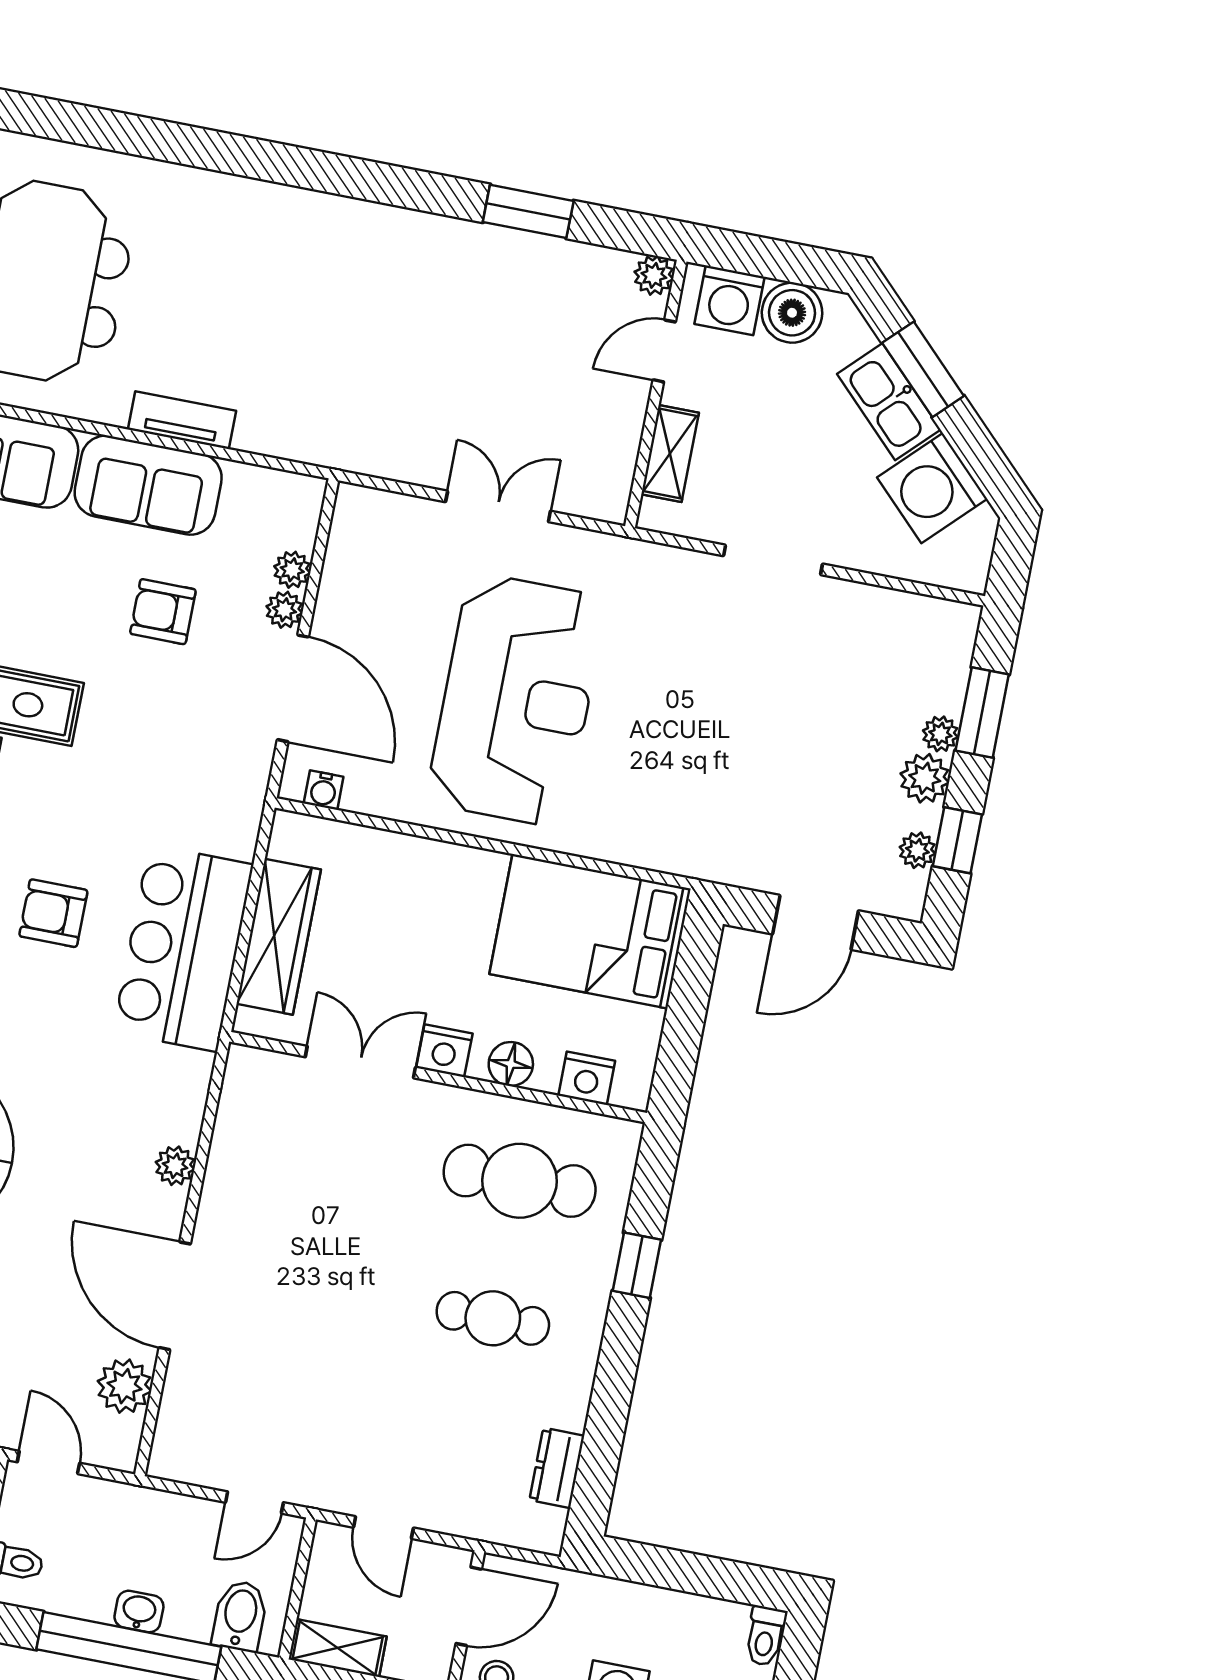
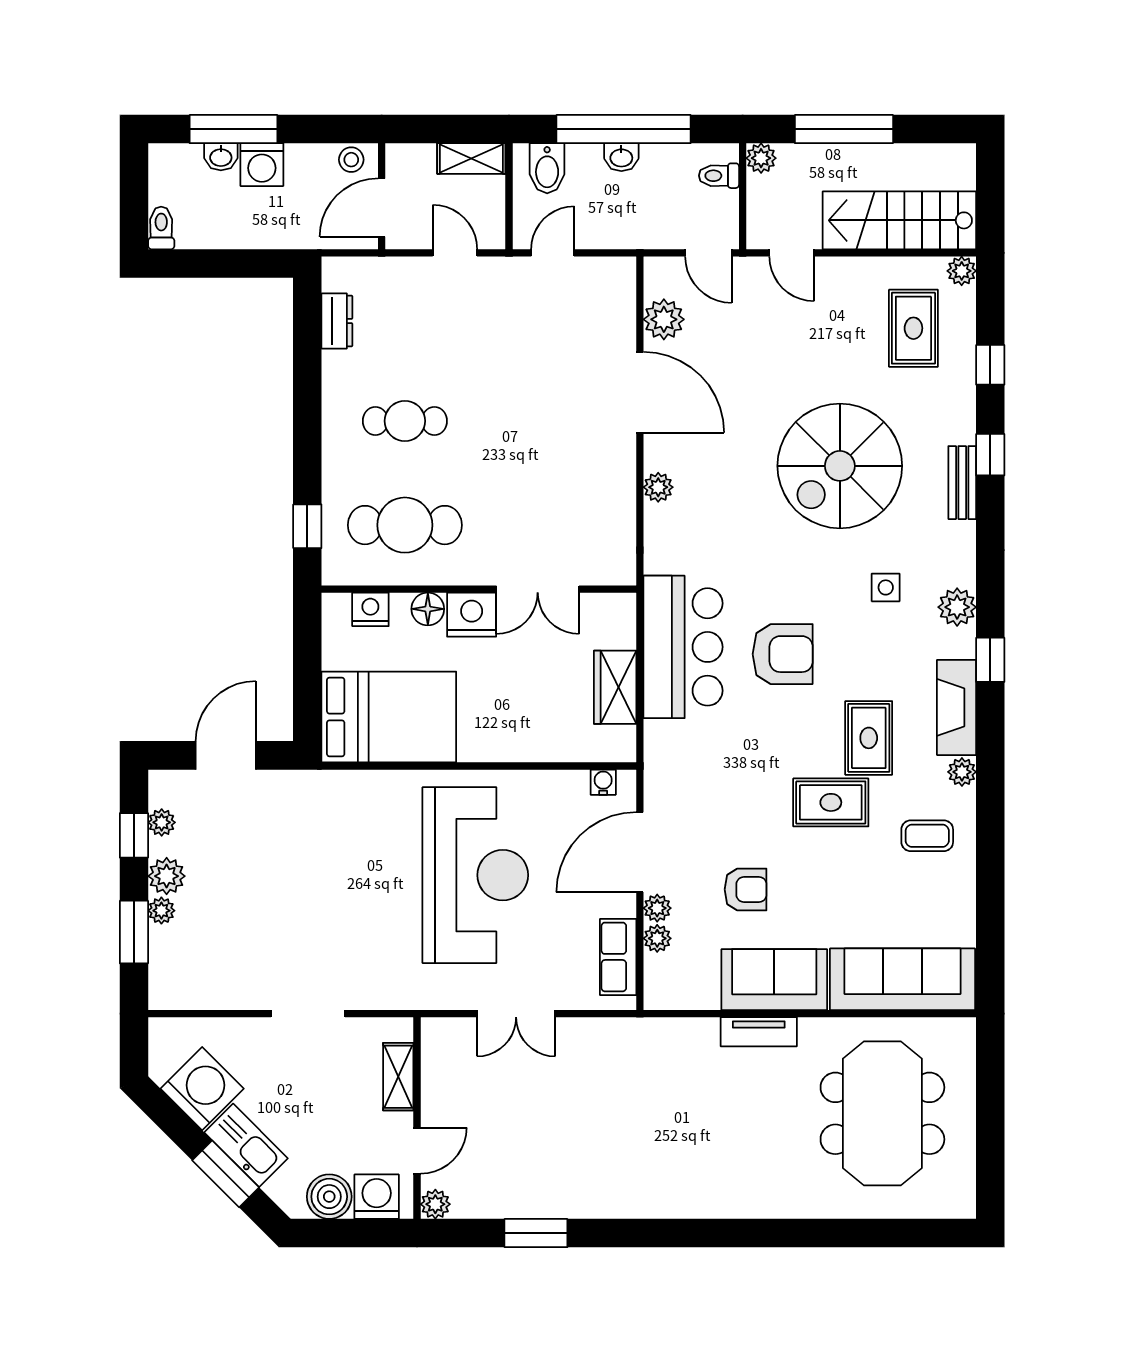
row of seats: (349, 555) -> (618, 957), added
door: (293, 688) -> (640, 852), hinge flipped
reception desk: (516, 700) -> (475, 875), turned 180
armchair: (53, 913) -> (783, 654), width x1.38, depth x1.38
wardrobe: (279, 937) -> (615, 687), width x0.67
nightstand: (444, 1051) -> (472, 615), width x1.36, depth x1.33
window: (637, 1265) -> (307, 526), moved

